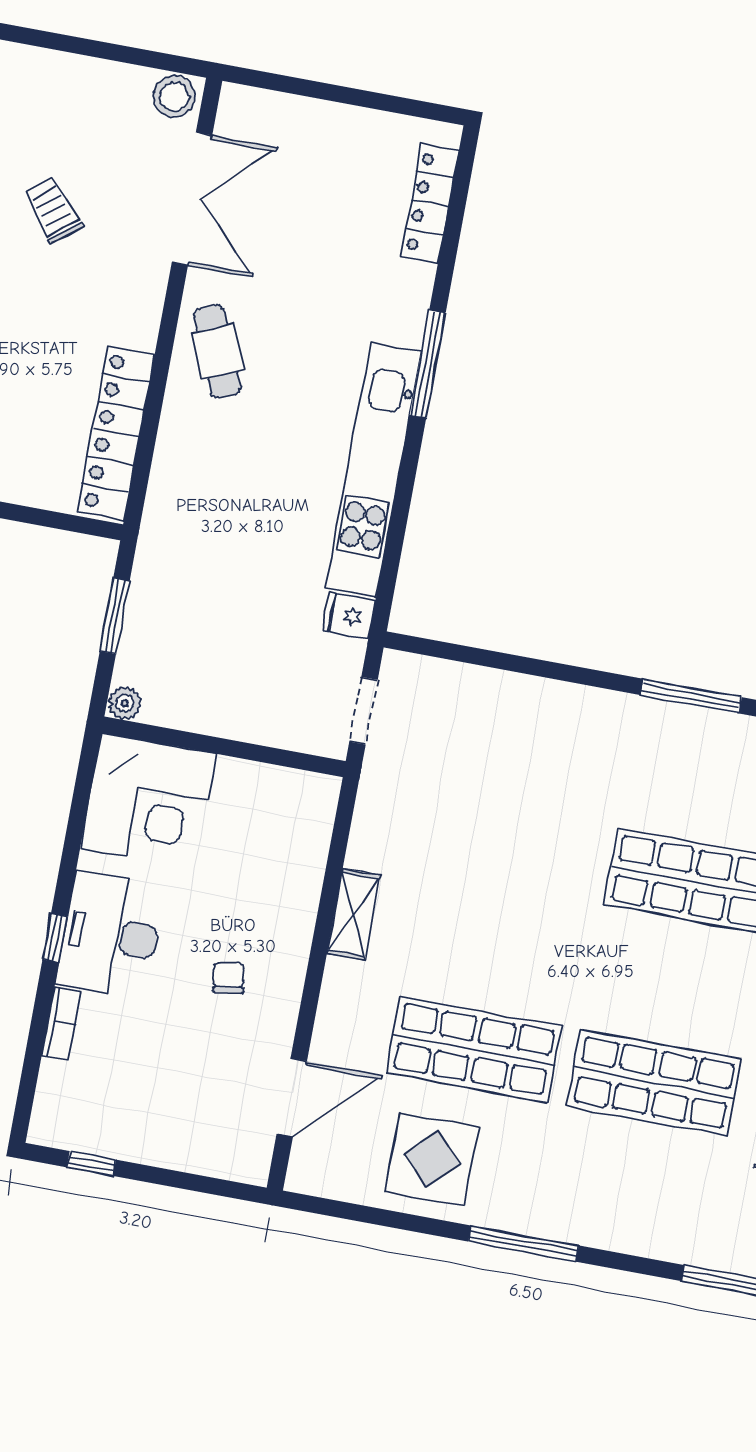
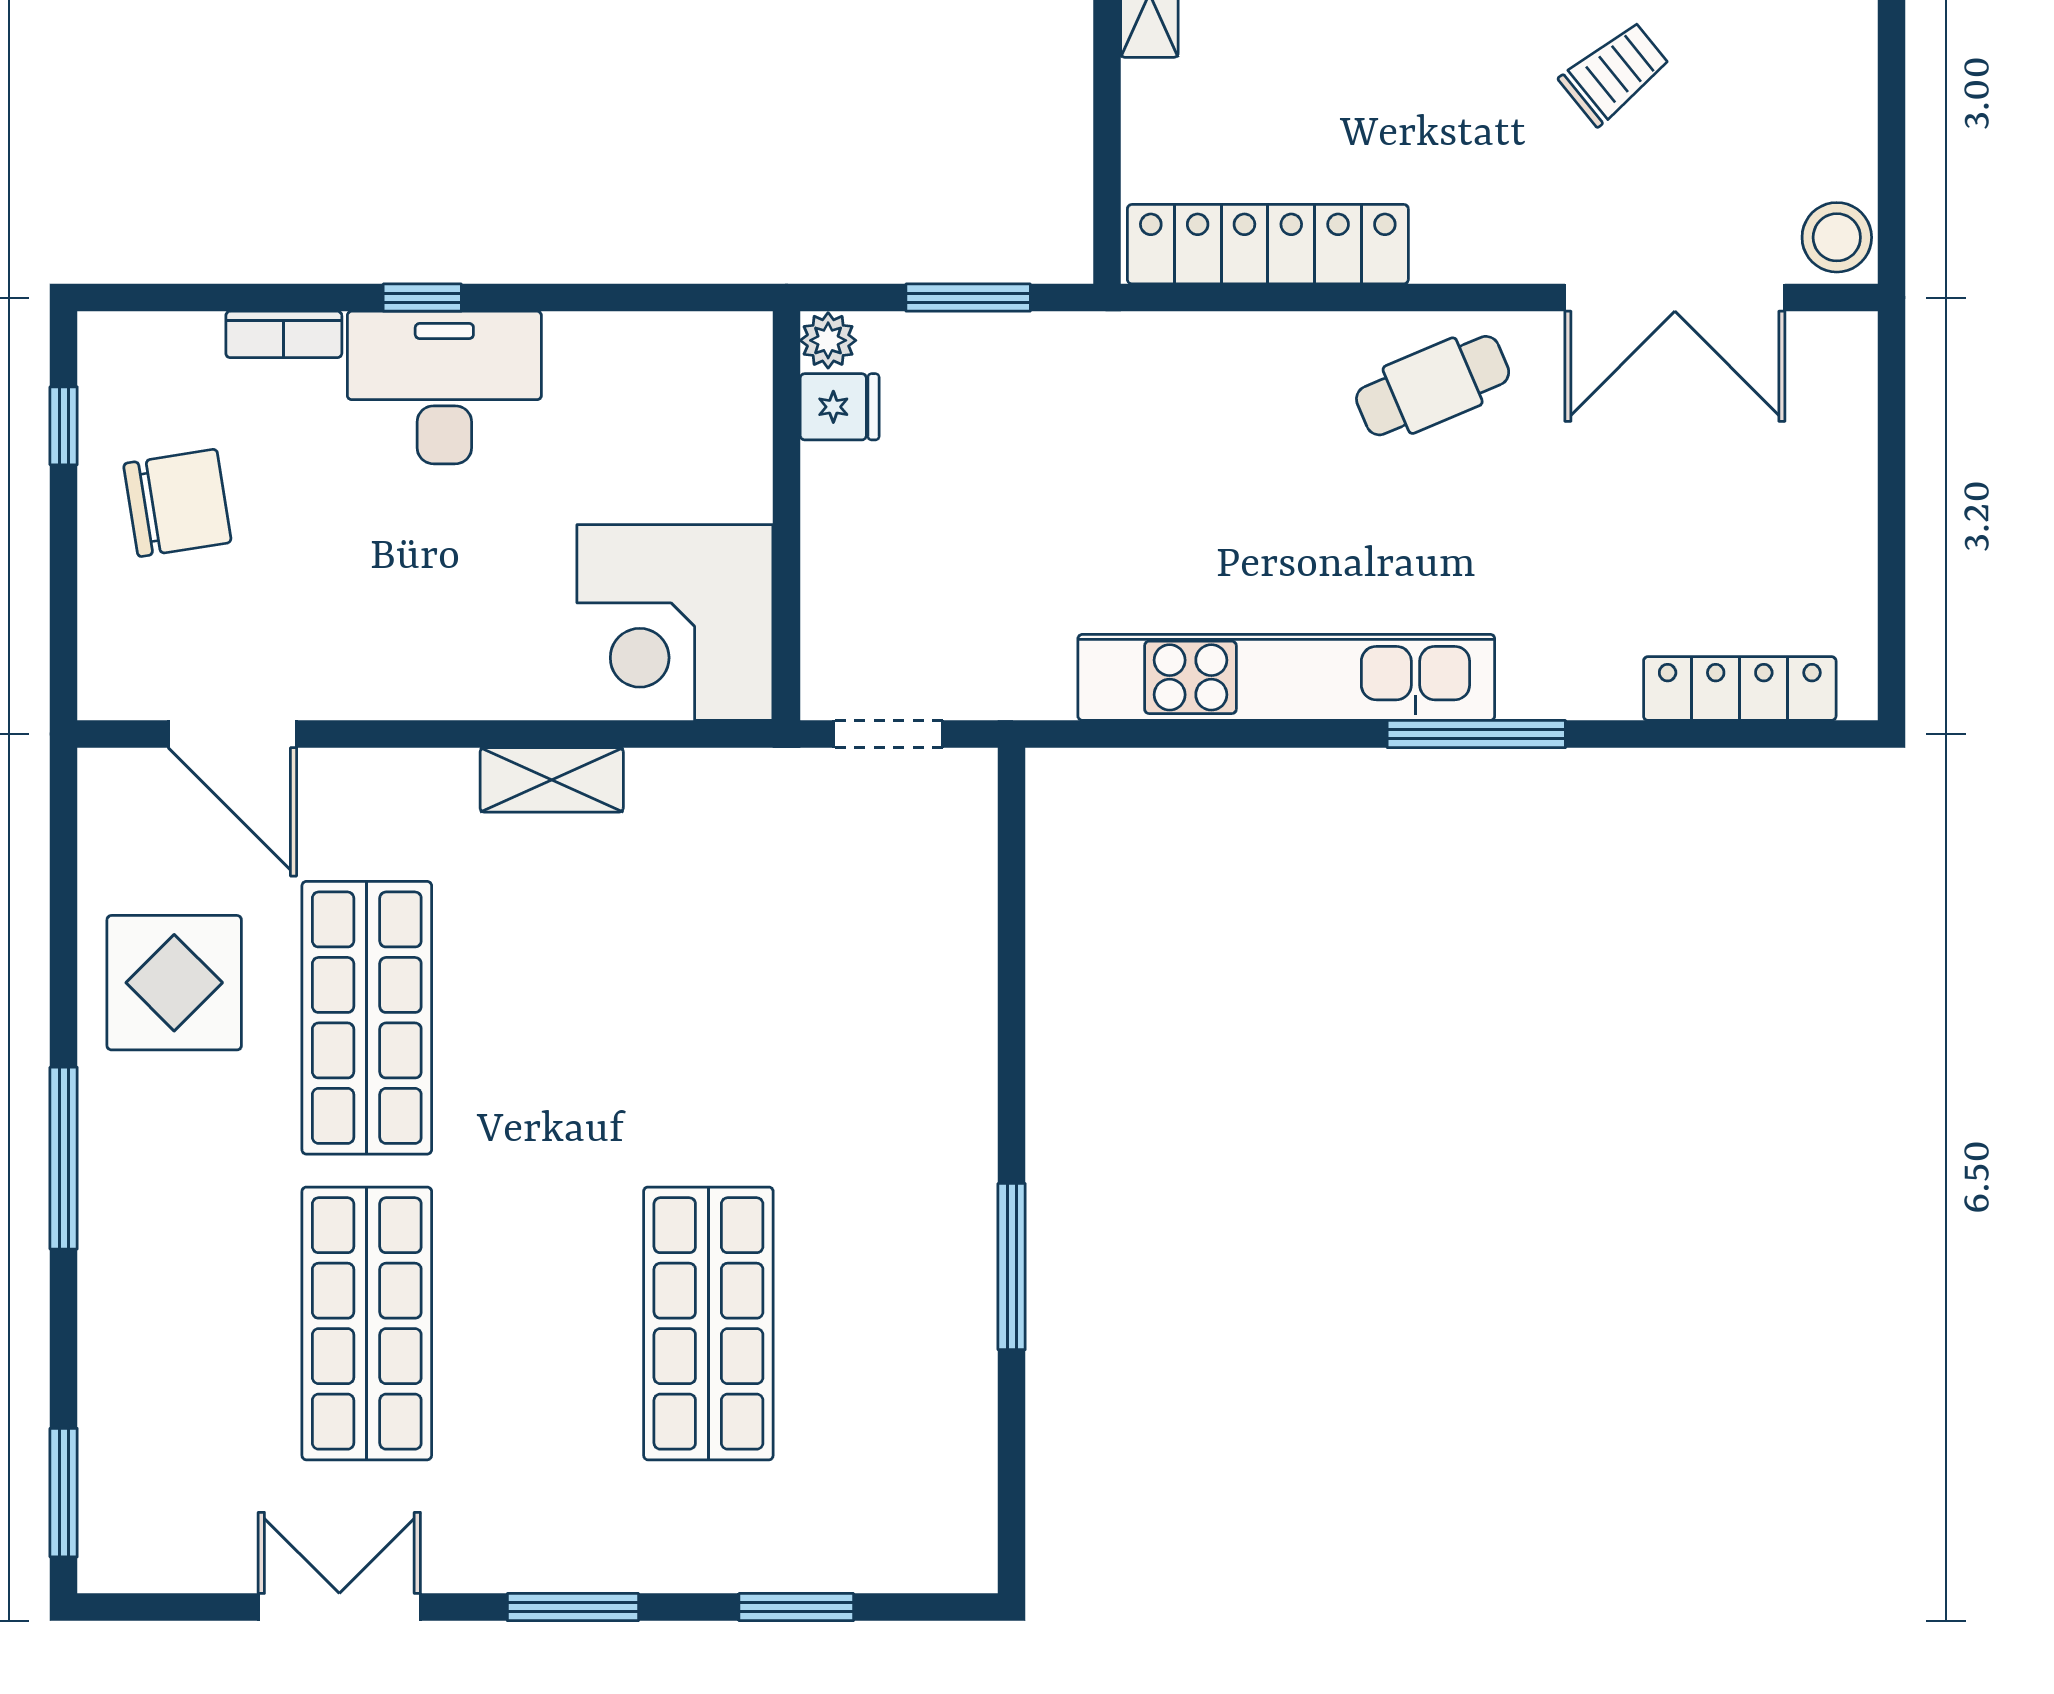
fridge: (349, 616) -> (840, 407), moved, turned 90
corner desk: (148, 801) -> (675, 622), moved
chair: (228, 978) -> (177, 503), moved, width x1.87, depth x1.87

